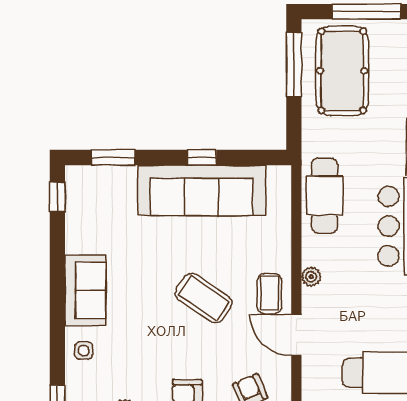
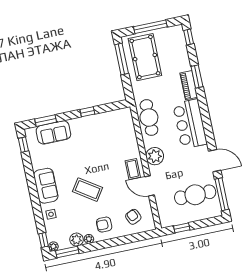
sofa: (202, 190) -> (53, 132), moved, width x0.54, depth x0.79
plant: (311, 277) -> (155, 156), width x1.88, depth x1.88
coffee table: (204, 298) -> (88, 190), moved

